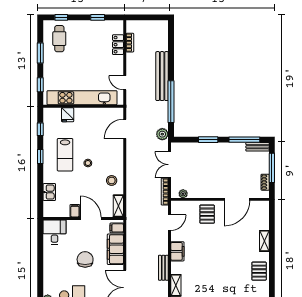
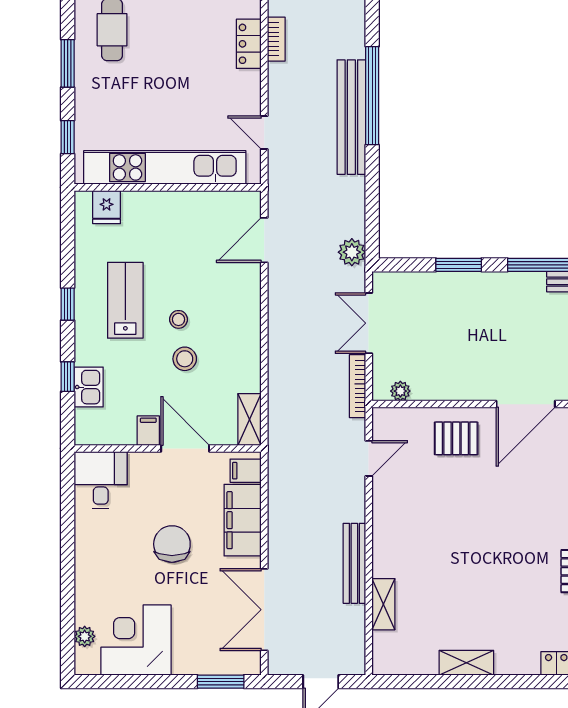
window: (171, 102) -> (372, 96), moved
fridge: (68, 115) -> (107, 207), moved
window: (40, 129) -> (68, 377), moved
lab bench: (65, 155) -> (125, 300), turned 180
stool: (112, 180) -> (185, 359), moved
pallet: (207, 214) -> (456, 438), turned 90
filing cabinet: (177, 251) -> (387, 525), removed
bench: (163, 268) -> (354, 563), width x1.36

